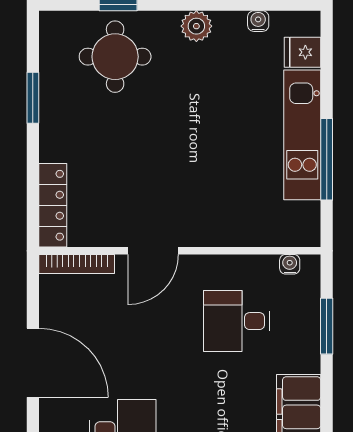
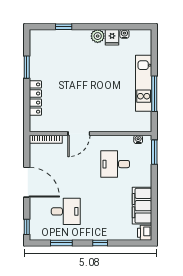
fridge: (302, 52) -> (112, 37), moved, turned -90
round table: (115, 57) -> (62, 49), removed
locker: (53, 205) -> (35, 98), moved
window: (327, 326) -> (154, 152), moved

